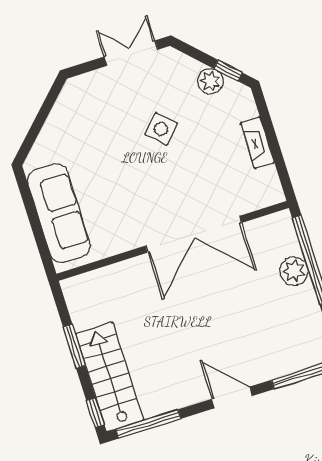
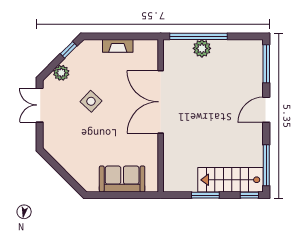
plant: (210, 81) -> (61, 73), moved
sofa: (59, 213) -> (122, 179), width x0.73
double door: (194, 234) -> (161, 102), swing flipped

